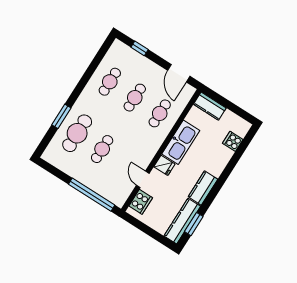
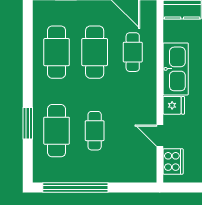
cafe table: (110, 82) -> (57, 52), width x1.37, depth x1.35
cafe table: (135, 98) -> (95, 52), width x1.37, depth x1.35
window: (92, 195) -> (75, 188), moved

